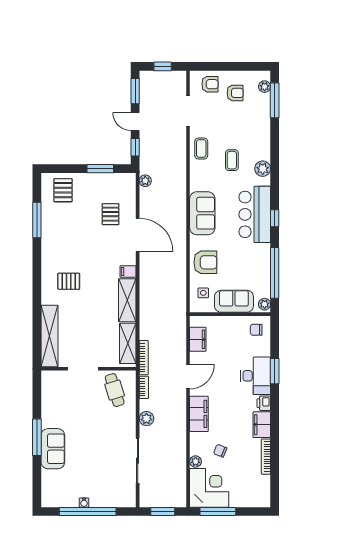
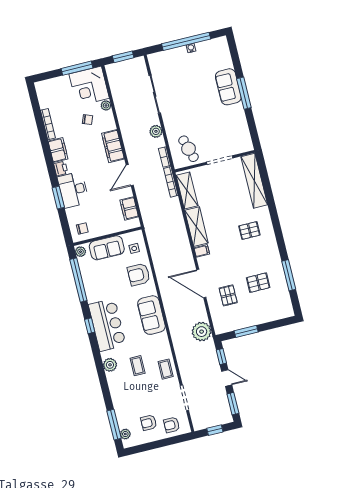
plant: (145, 181) -> (202, 332), width x1.87, depth x1.87
pallet: (63, 190) -> (258, 283), moved, turned 90

